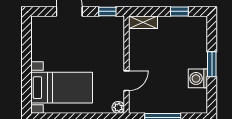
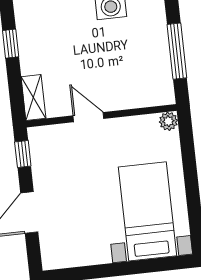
door: (126, 81) -> (88, 117), moved

